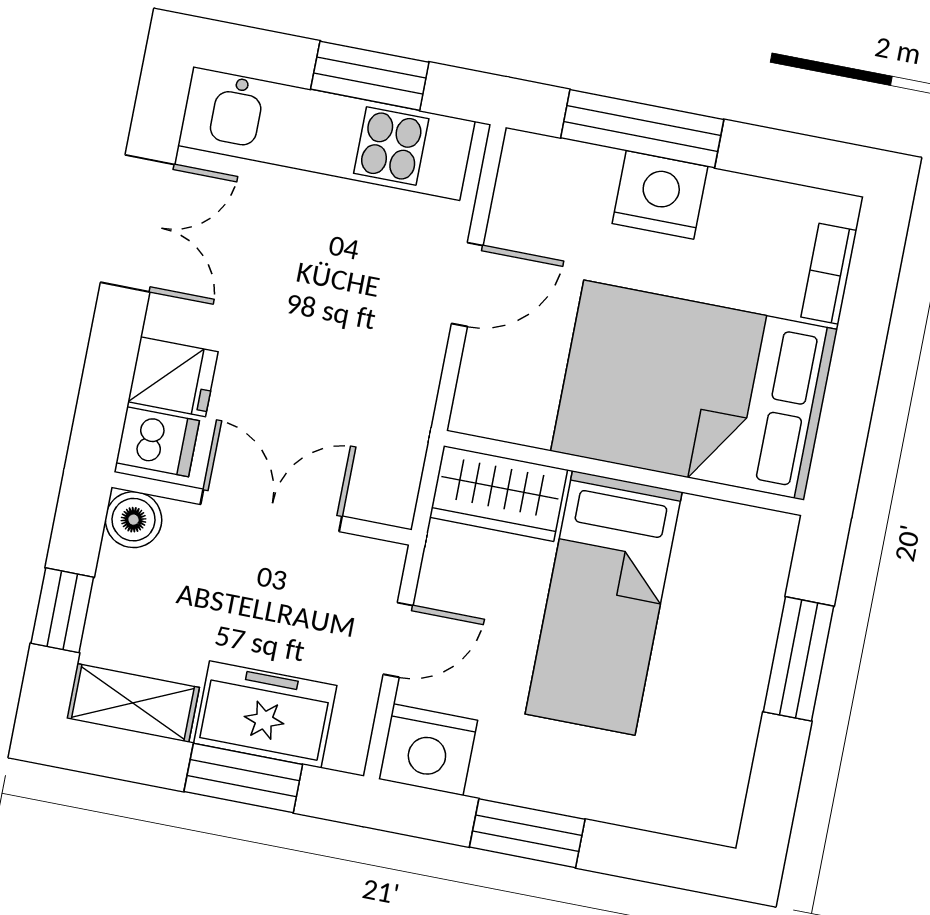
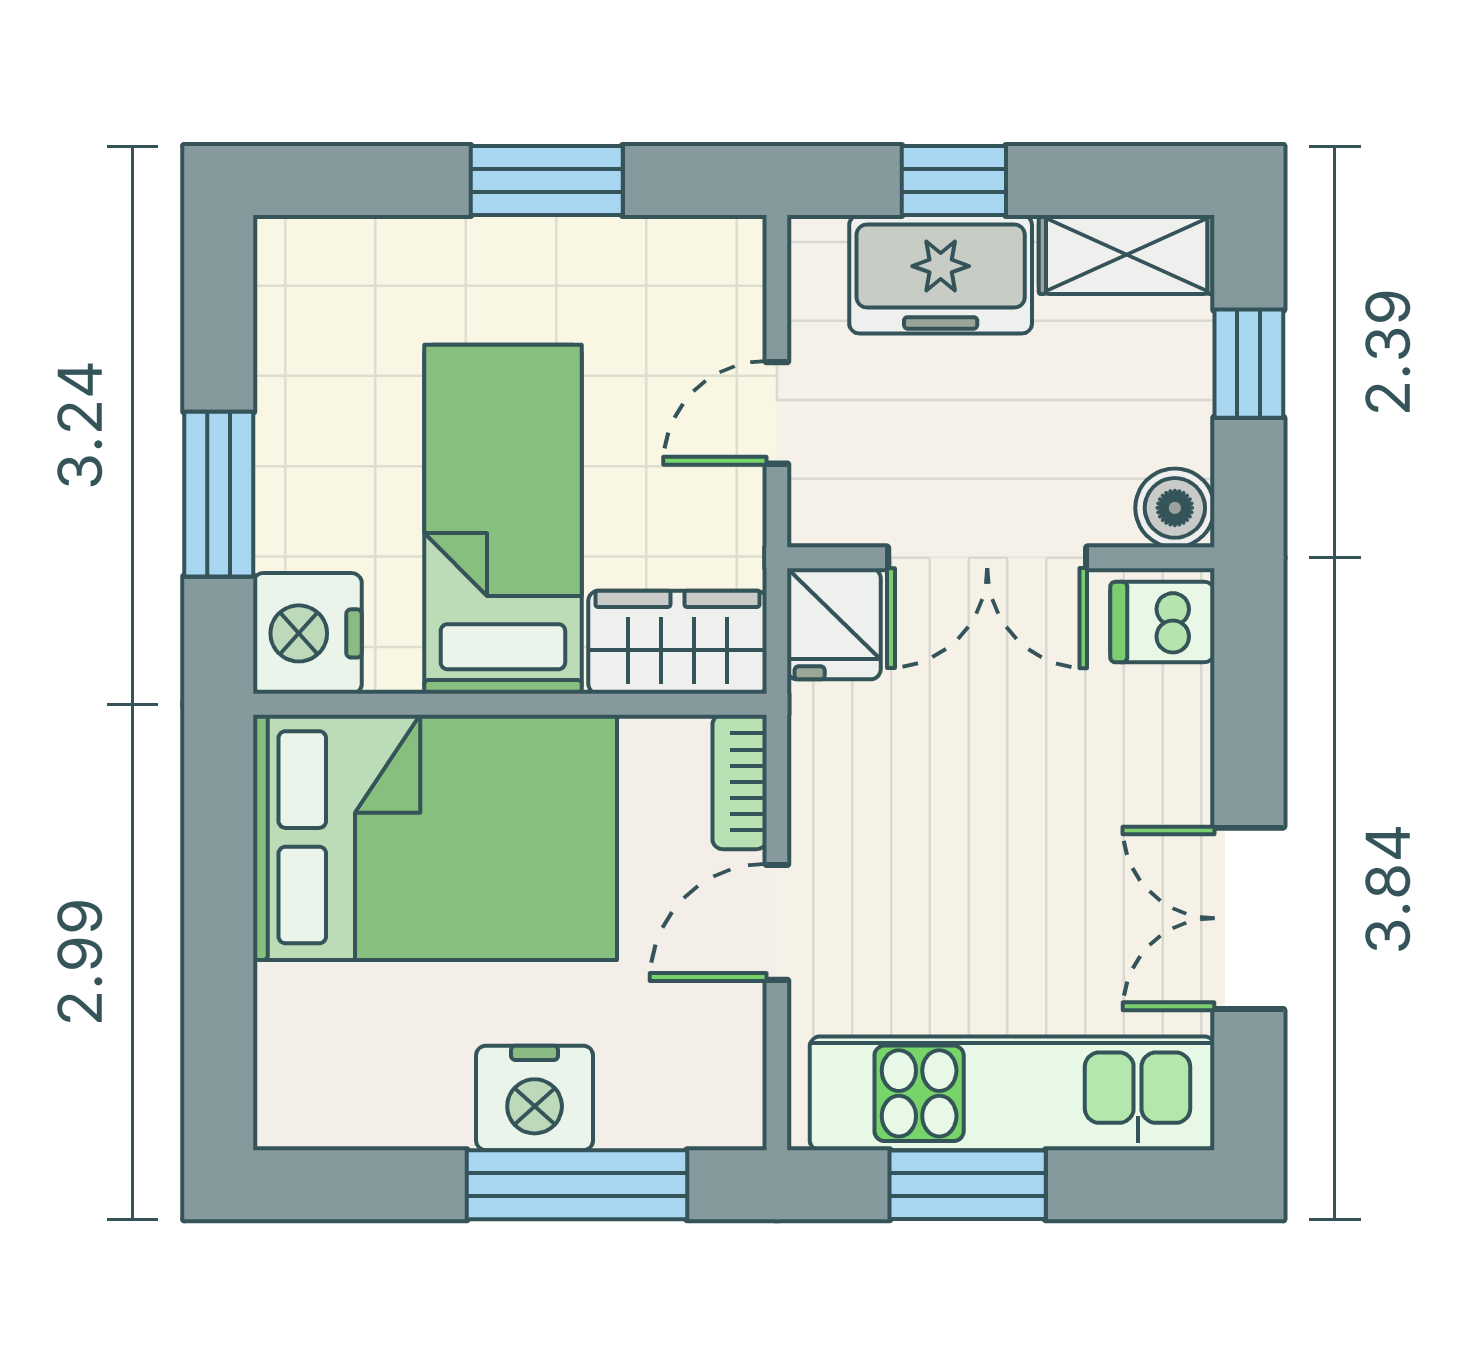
bookcase: (829, 274) -> (740, 782), moved, turned 180
fridge: (173, 377) -> (834, 624), moved, turned -90
nightstand: (428, 750) -> (307, 633), moved, turned -90
window: (243, 778) -> (954, 181), width x0.67

